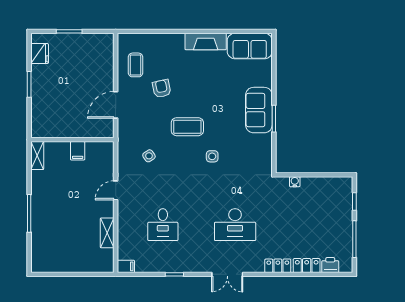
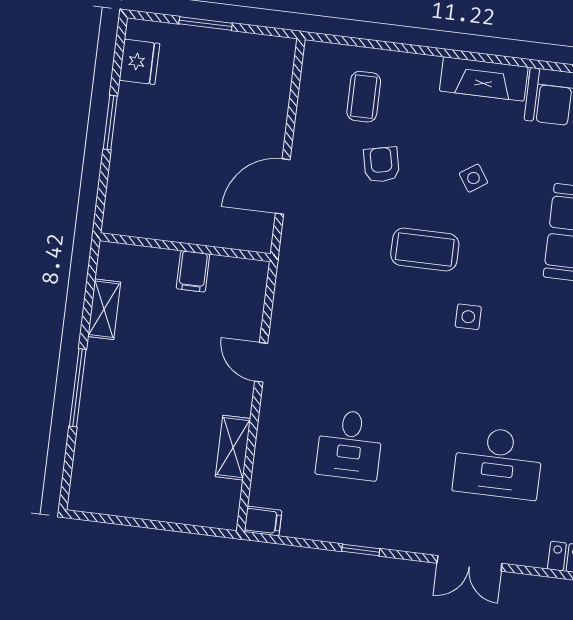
coffee table: (136, 65) -> (364, 97), moved
shelving: (37, 155) -> (104, 309), moved
side table: (149, 156) -> (474, 178), moved
door: (116, 190) -> (261, 362), hinge flipped

